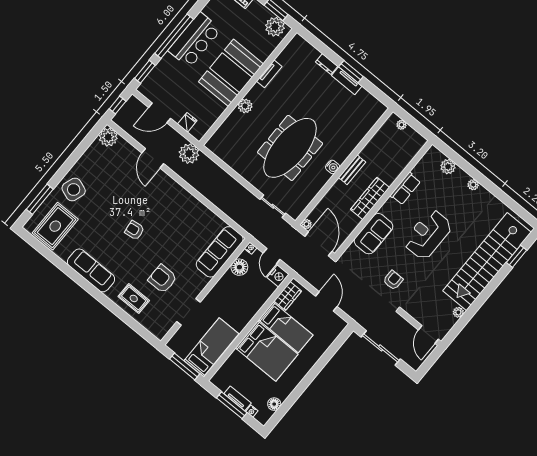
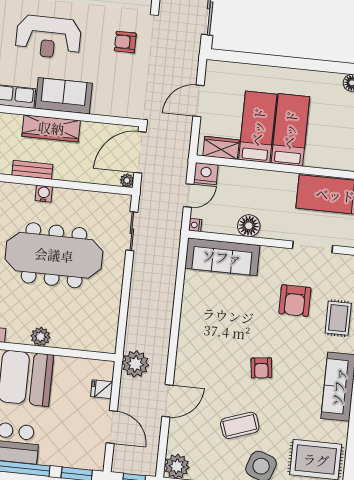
coffee table: (108, 193) -> (240, 425), added
sofa: (373, 234) -> (64, 96), moved
floor lamp: (239, 267) -> (249, 226), moved
bed: (267, 351) -> (290, 130), width x0.67

